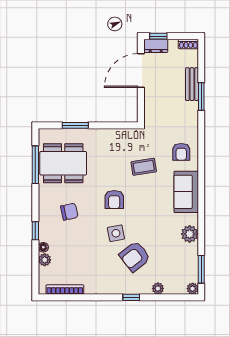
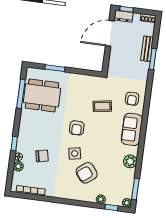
chair: (69, 212) -> (42, 156), moved
window: (131, 297) -> (111, 207), moved

